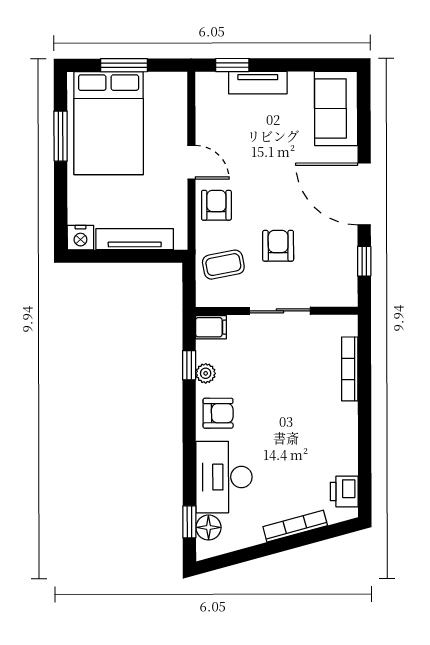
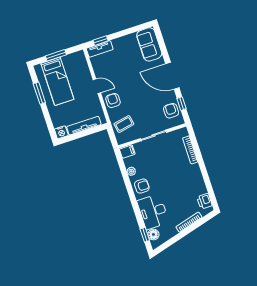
tv unit: (258, 83) -> (100, 49), moved
bed: (109, 123) -> (57, 81), width x0.67
armchair: (278, 246) -> (171, 111), moved
window: (189, 365) -> (123, 170), removed

